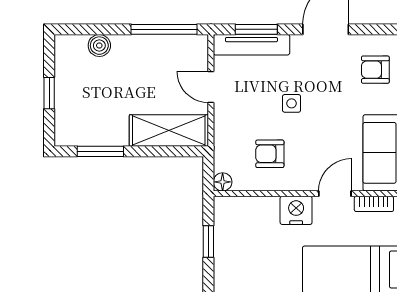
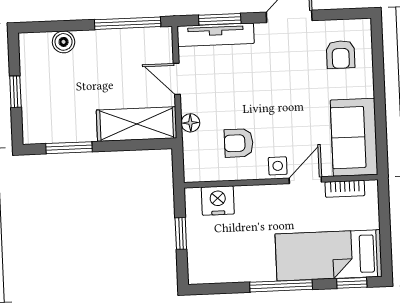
armchair: (375, 70) -> (341, 54), turned -90
side table: (292, 103) -> (278, 166), moved
floor lamp: (223, 182) -> (190, 123), moved
nightstand: (296, 210) -> (218, 201), moved

